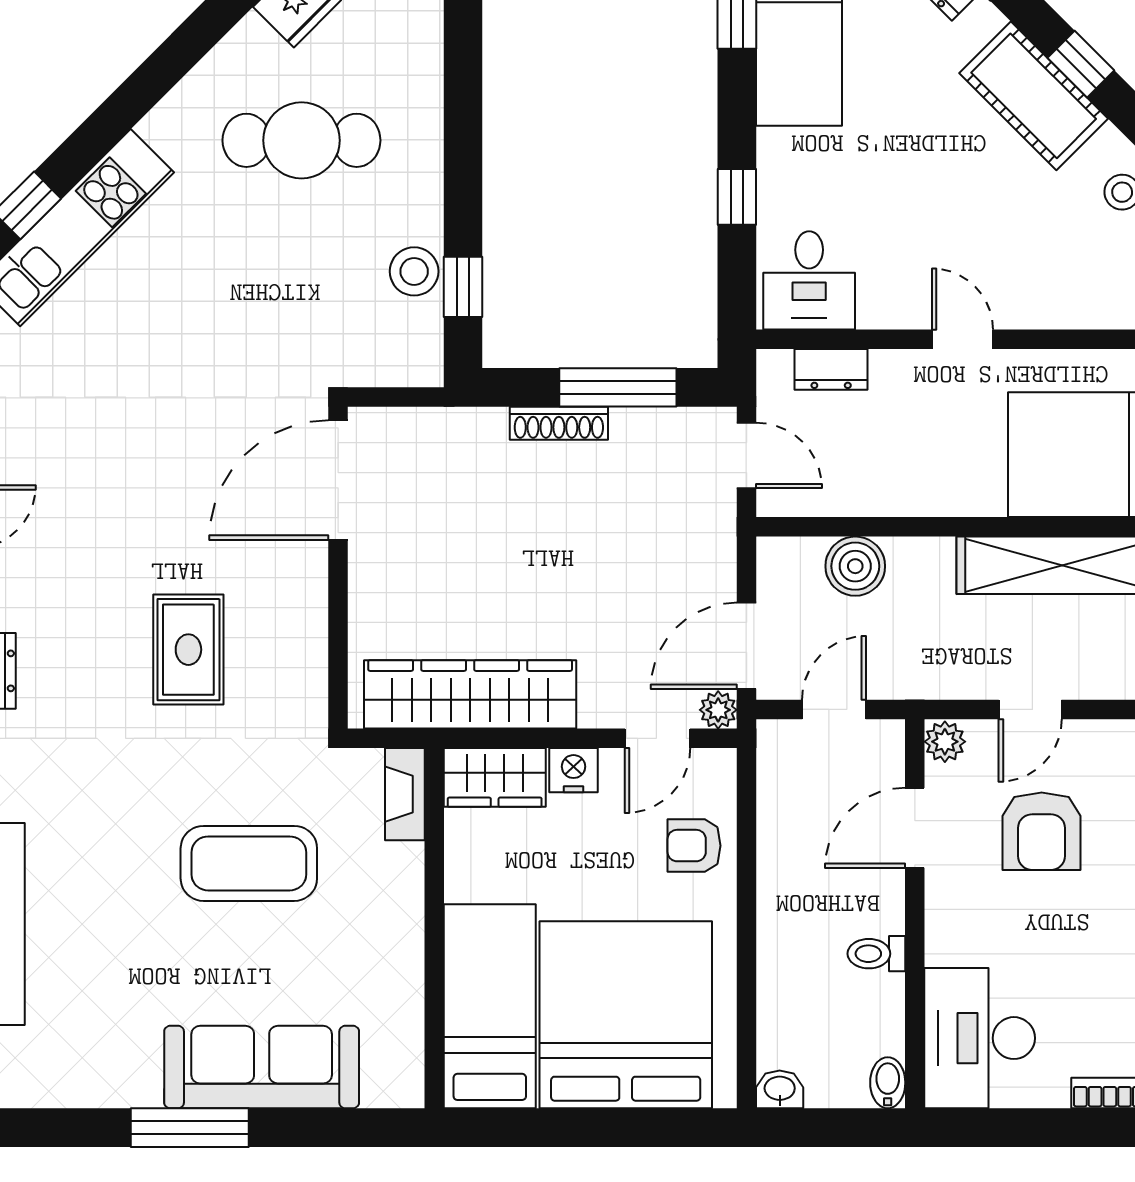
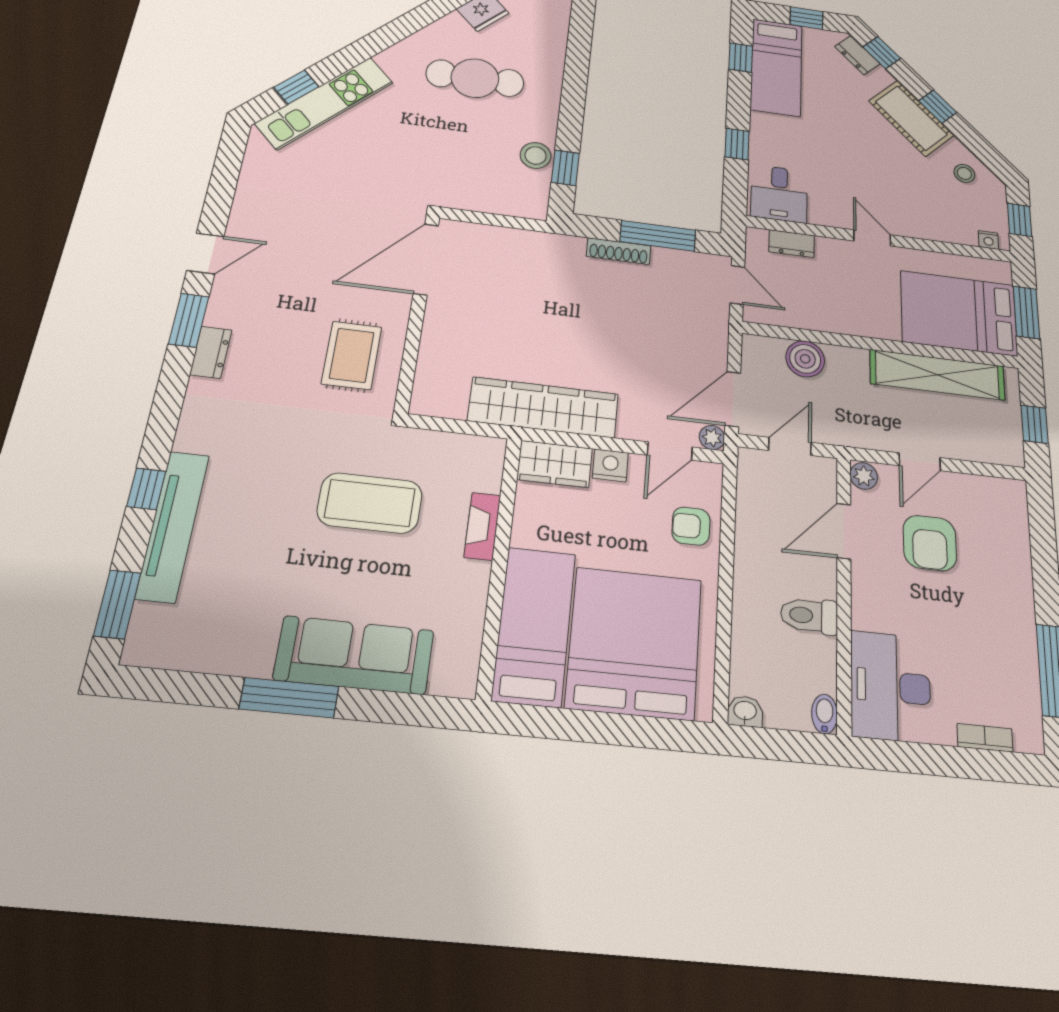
door: (338, 480) -> (426, 259), moved
wall: (338, 568) -> (417, 311), moved
fireplace: (405, 794) -> (482, 526), moved
toilet: (876, 954) -> (809, 616), width x1.37, depth x1.39

